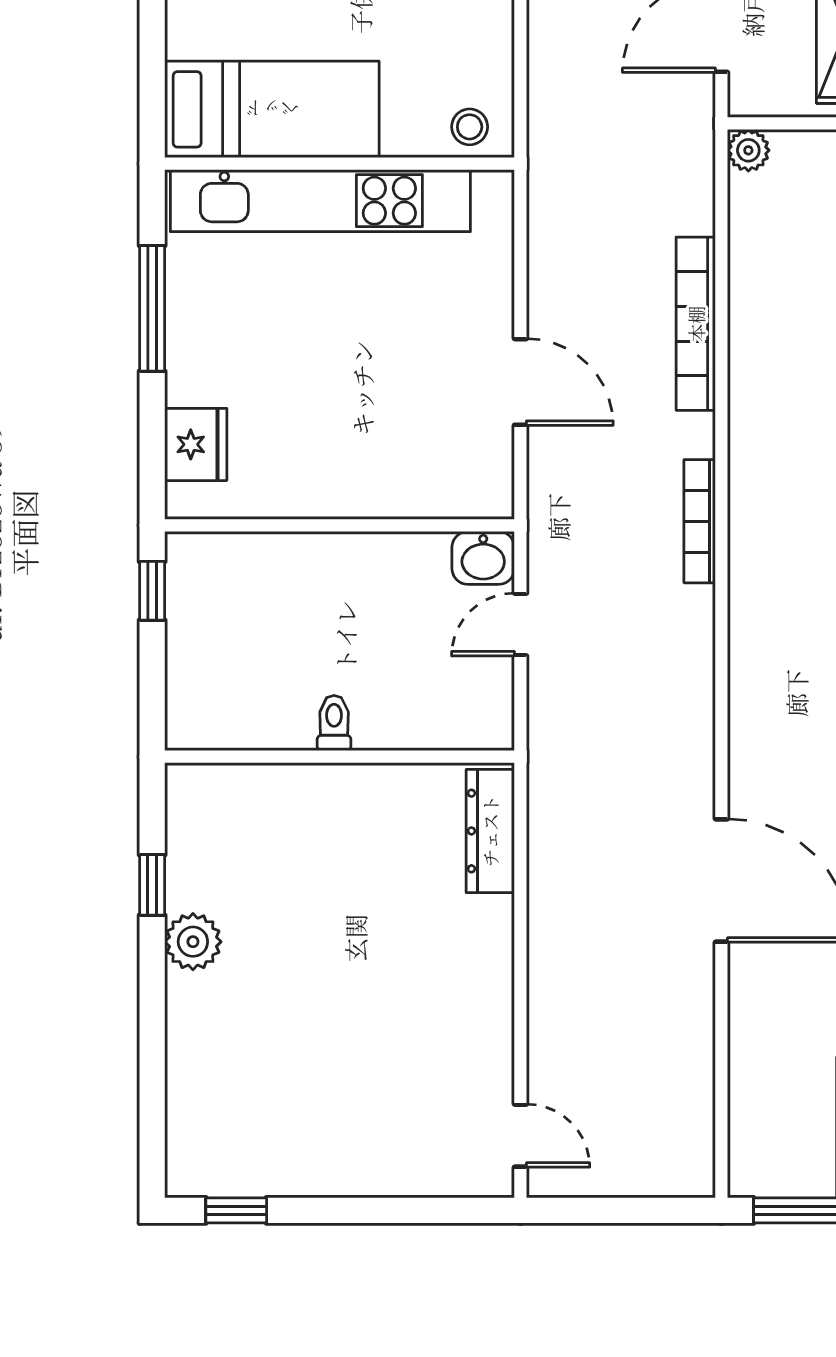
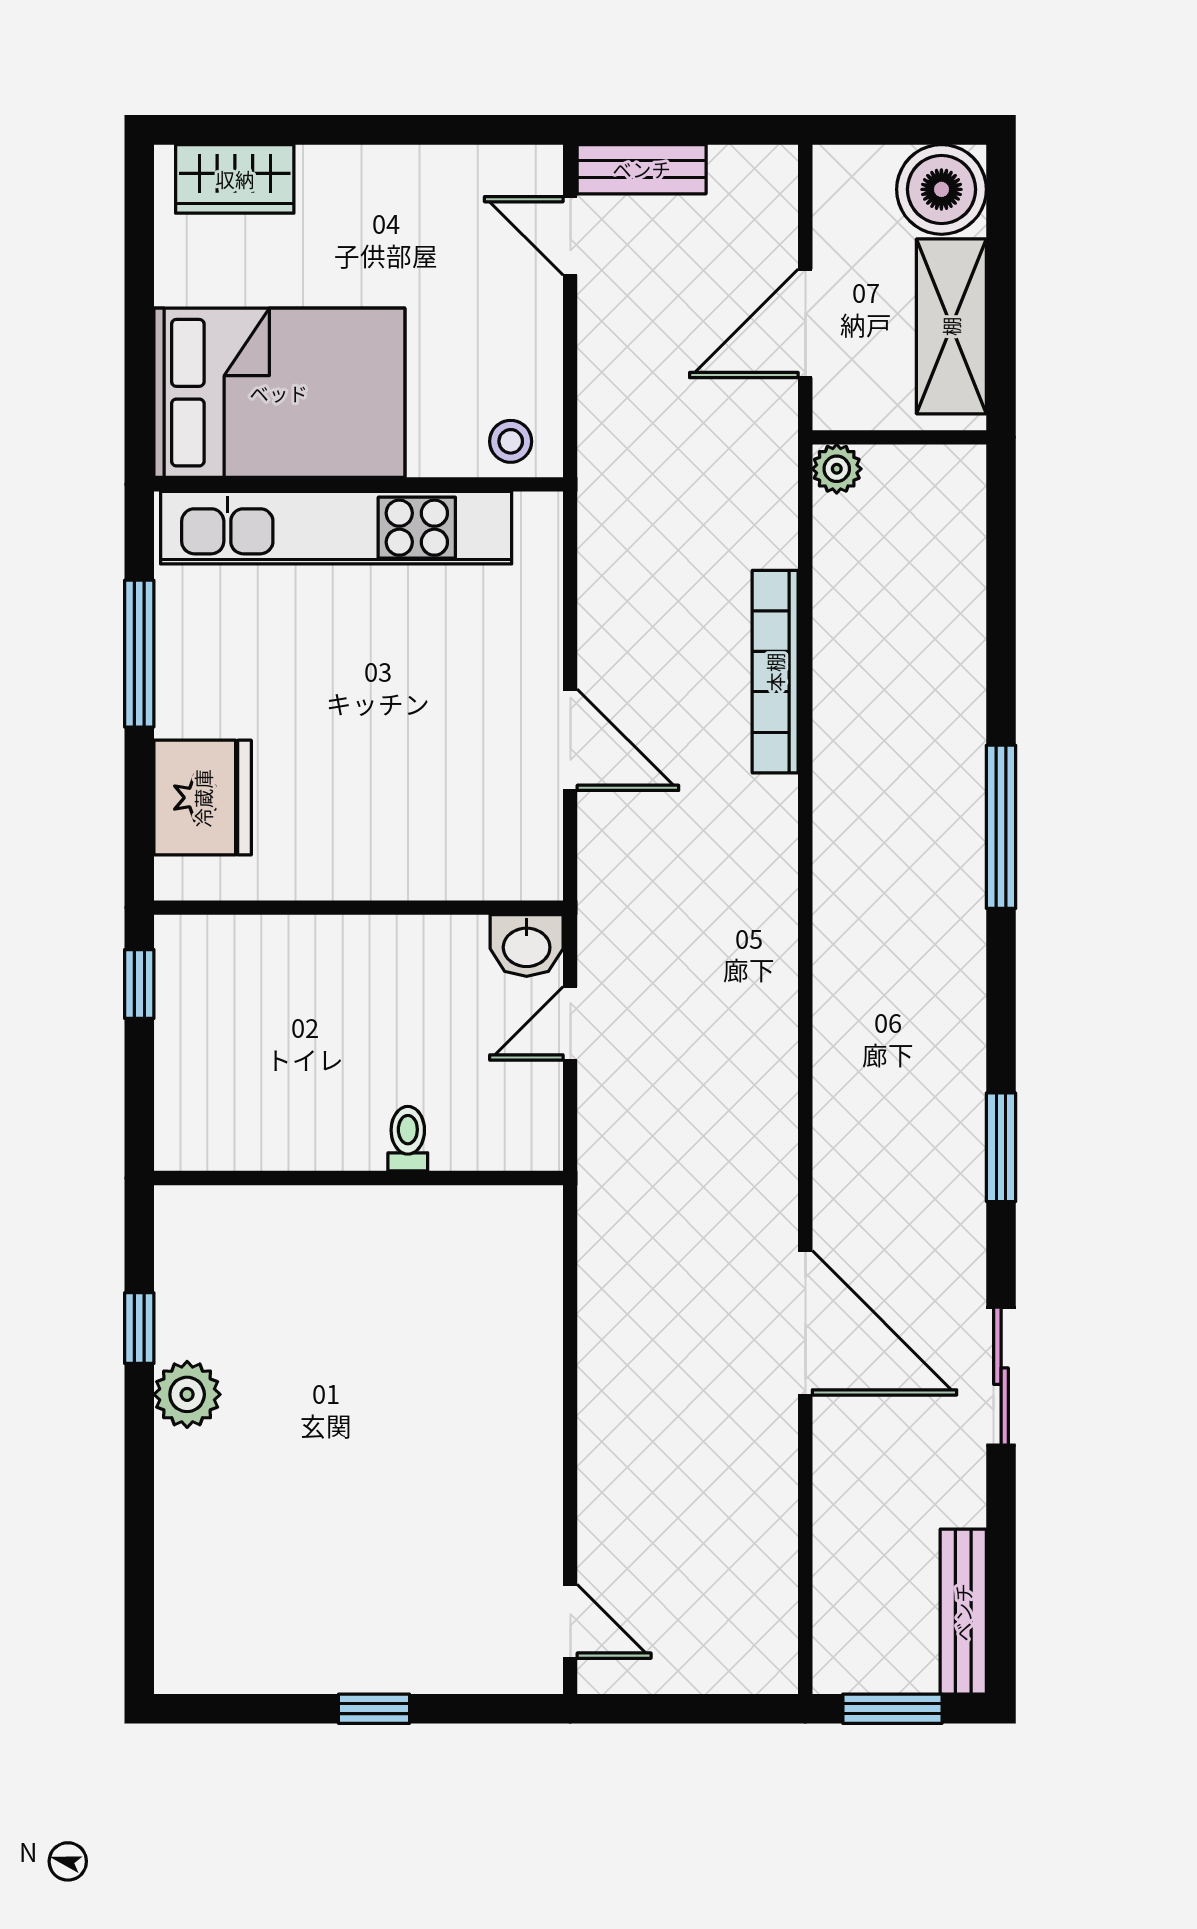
bed: (272, 109) -> (279, 393), width x1.50
fridge: (196, 444) -> (203, 798), width x1.36, depth x1.34
bookcase: (700, 521) -> (780, 903), removed
toilet: (334, 723) -> (408, 1139), moved
dresser: (490, 831) -> (535, 1265), removed
window: (236, 1210) -> (374, 1709), moved

